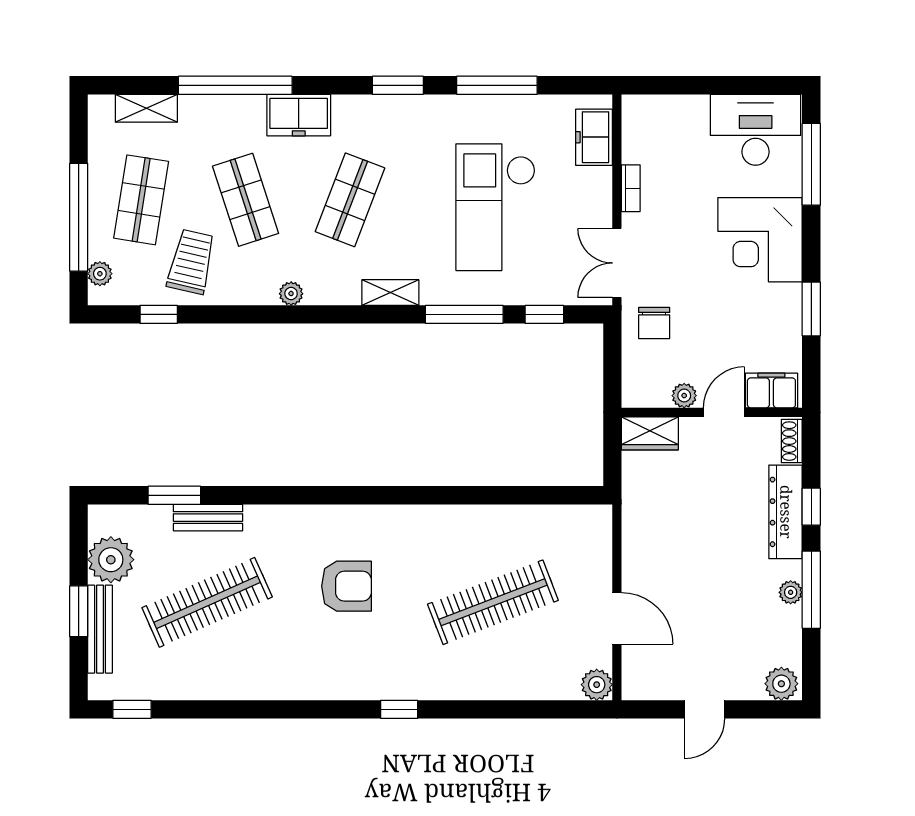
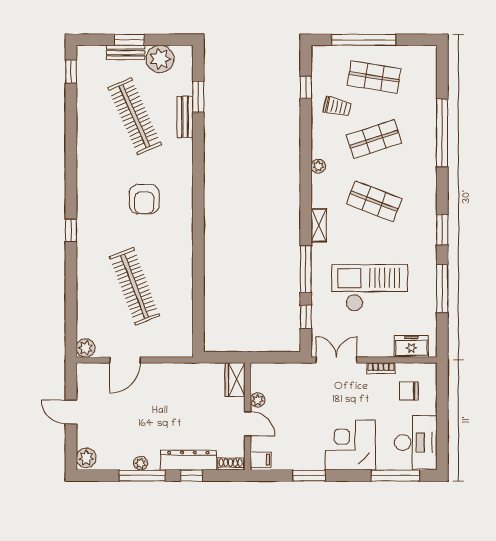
shelving: (146, 108) -> (428, 80), removed
freezer: (299, 115) -> (424, 171), removed
trolley: (191, 262) -> (337, 107), width x0.73, depth x0.72
plant: (100, 274) -> (330, 52), removed
chair: (654, 323) -> (409, 391), moved
filing cabinet: (771, 390) -> (261, 460), width x0.50
bench: (100, 629) -> (126, 53), width x0.73

